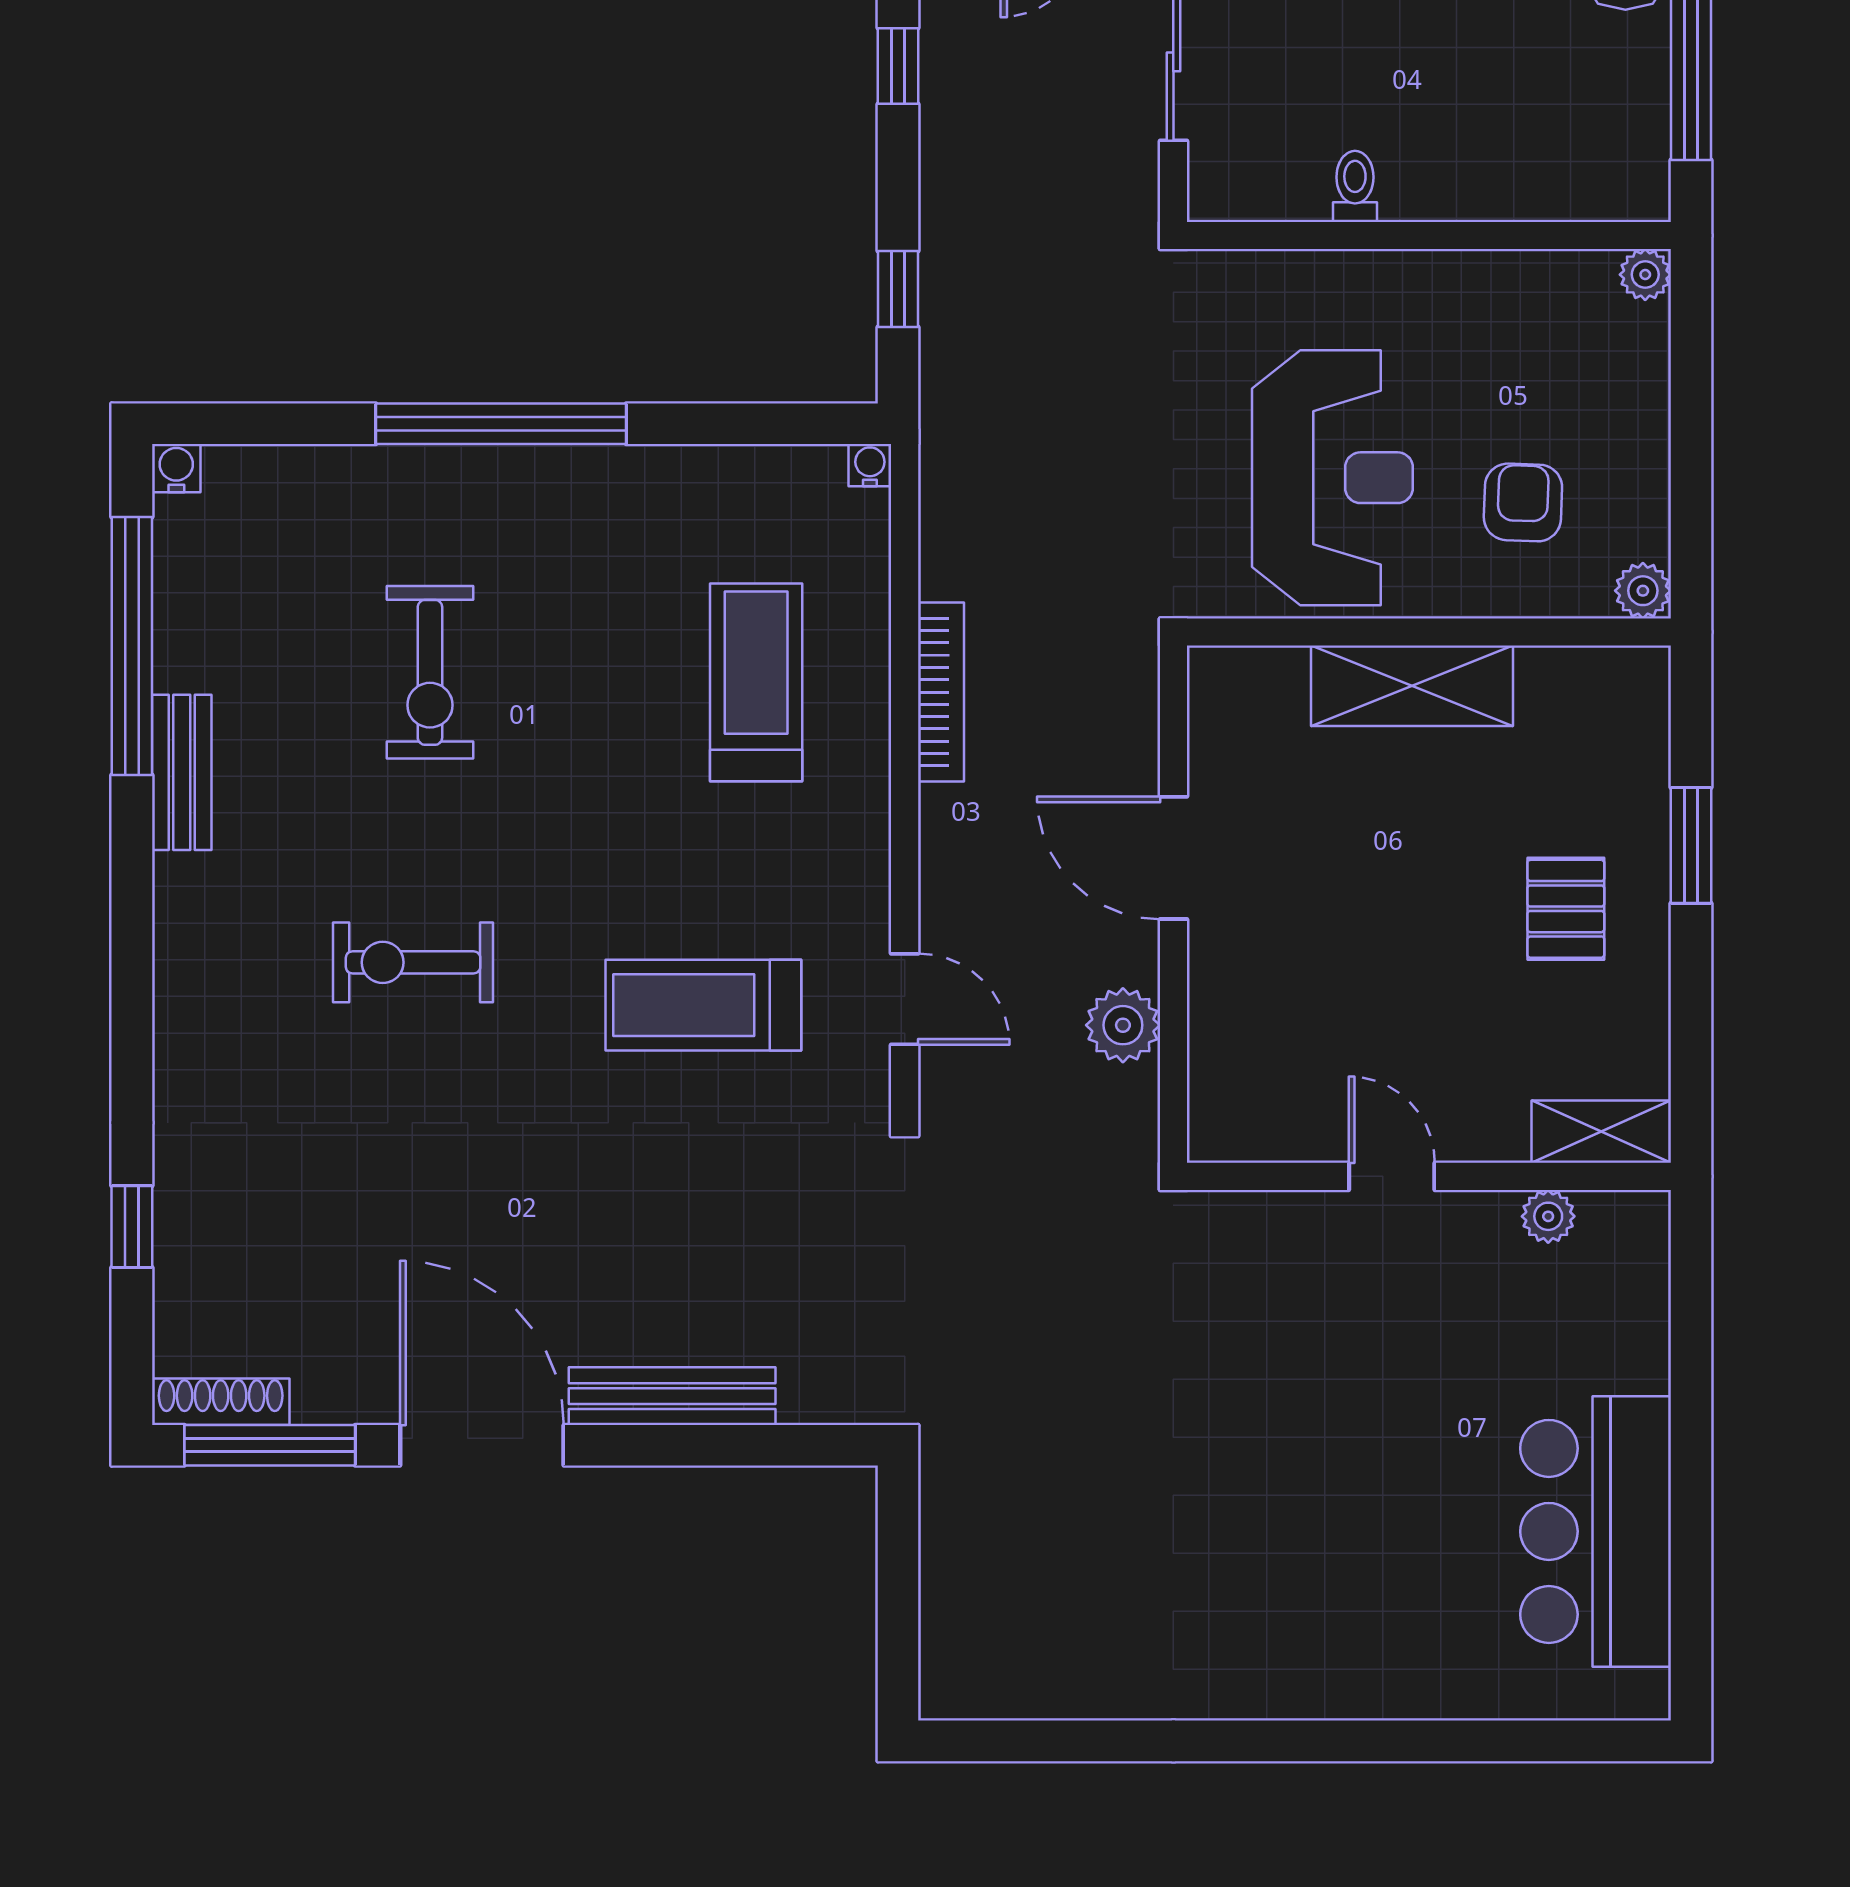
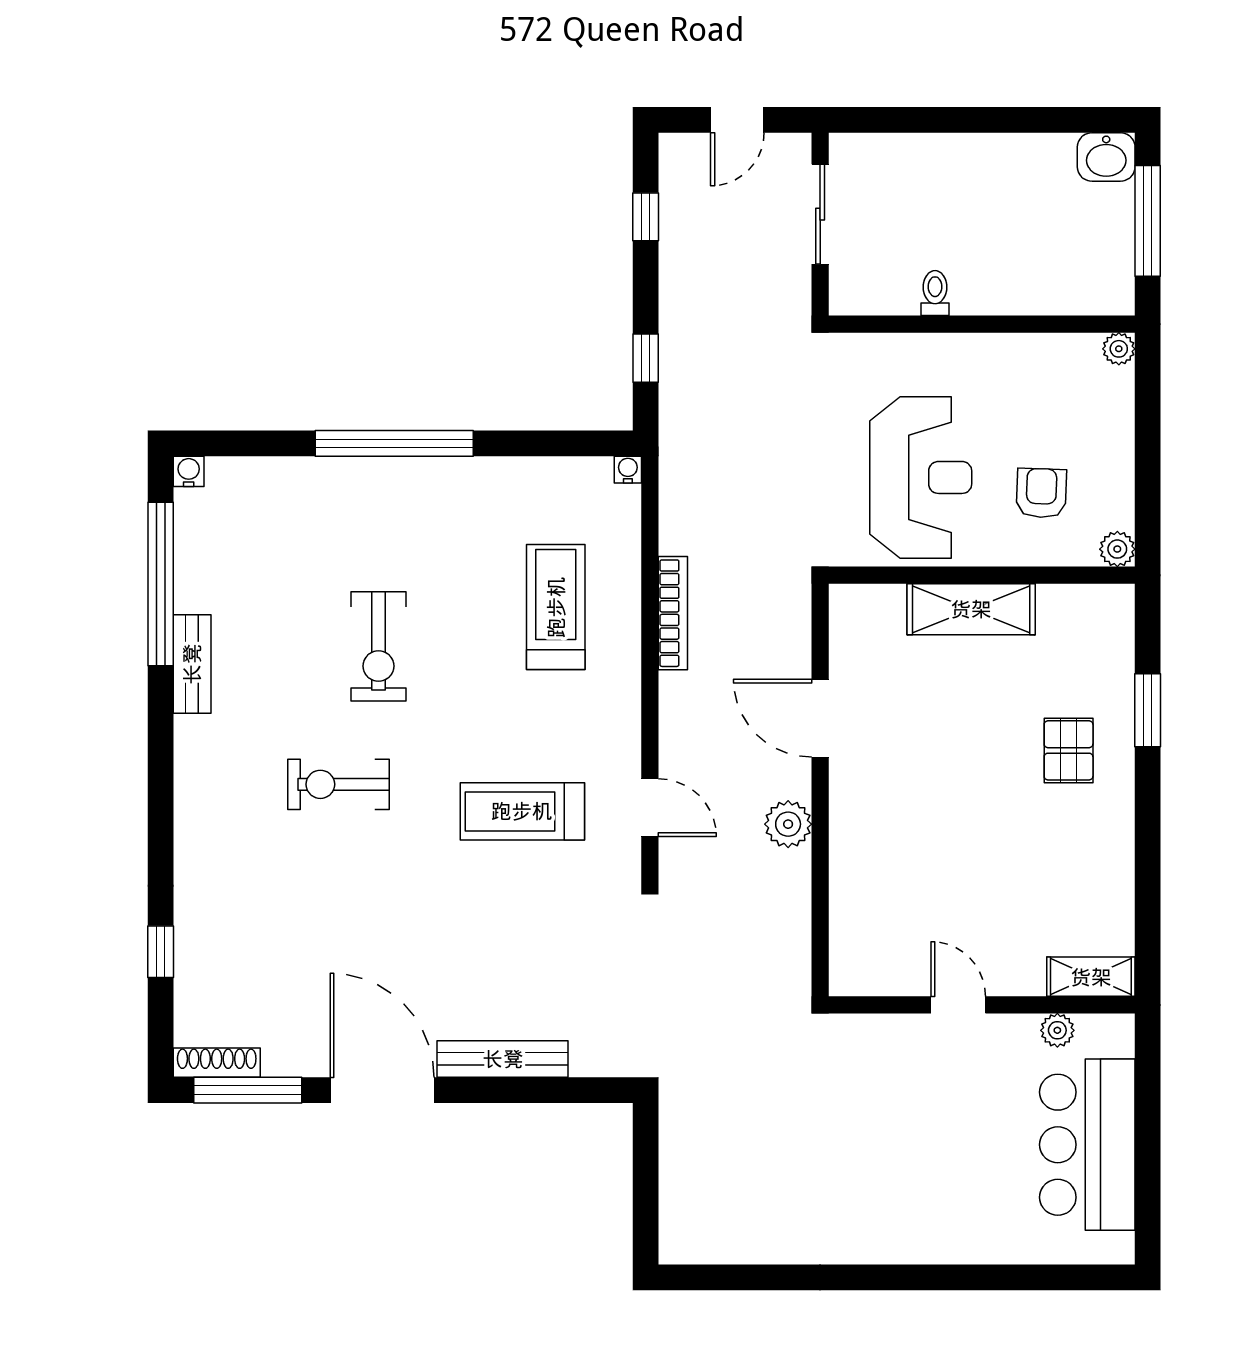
exercise bike: (430, 672) -> (378, 646), moved
shelving: (1601, 1132) -> (1091, 977), moved
door: (1392, 1176) -> (958, 1005), moved
wall: (1429, 1176) -> (982, 1005), moved
plant: (1548, 1216) -> (1057, 1030), moved

